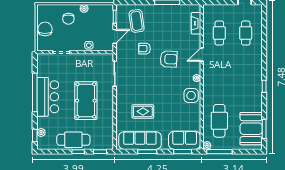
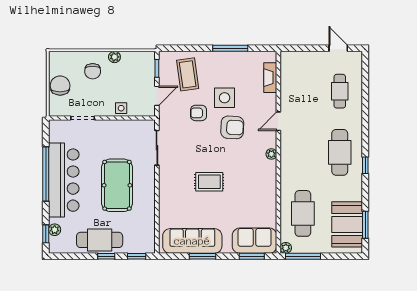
cafe table: (219, 33) -> (340, 152), moved, width x1.37, depth x1.35
side table: (191, 95) -> (225, 98), moved
bar counter: (48, 97) -> (64, 180), width x1.36
rug: (143, 111) -> (209, 182), moved

